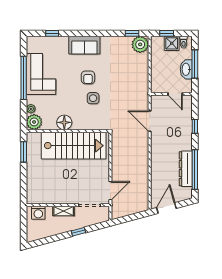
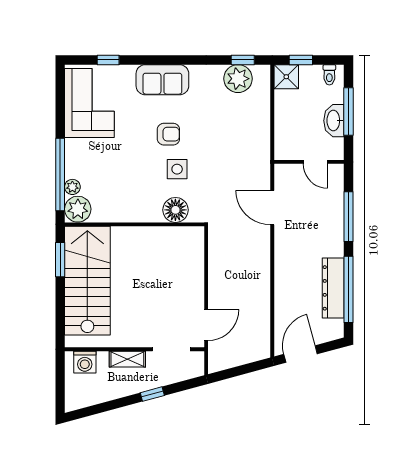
shower: (172, 43) -> (286, 77), moved
plant: (140, 44) -> (238, 79), moved
corner sofa: (41, 74) -> (89, 103), moved
armchair: (88, 77) -> (168, 134), turned -90
window: (24, 78) -> (60, 175), moved
floor lamp: (64, 122) -> (175, 210), moved
window: (195, 126) -> (348, 217), width x2.17
stairs: (74, 146) -> (87, 281), moved, turned -90

